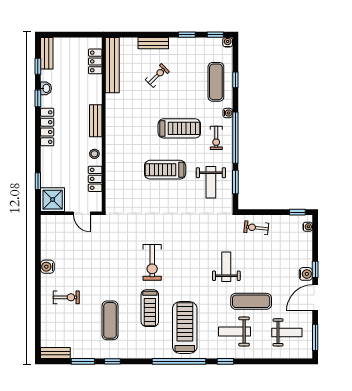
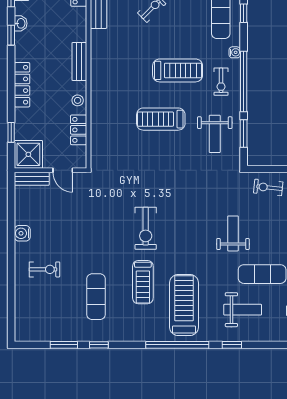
locker: (47, 127) -> (22, 85), moved
weight bench: (235, 332) -> (243, 310), turned 180
bench: (55, 353) -> (32, 179), moved

